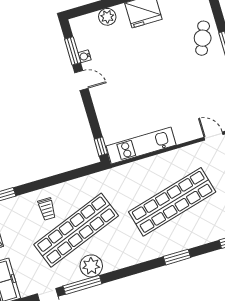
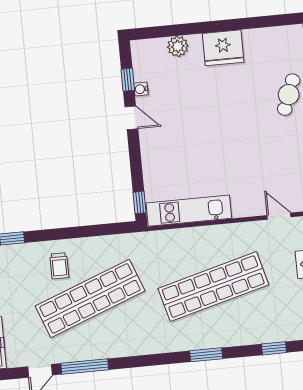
window: (73, 51) -> (128, 80), width x0.67
plant: (91, 266) -> (100, 346), removed

